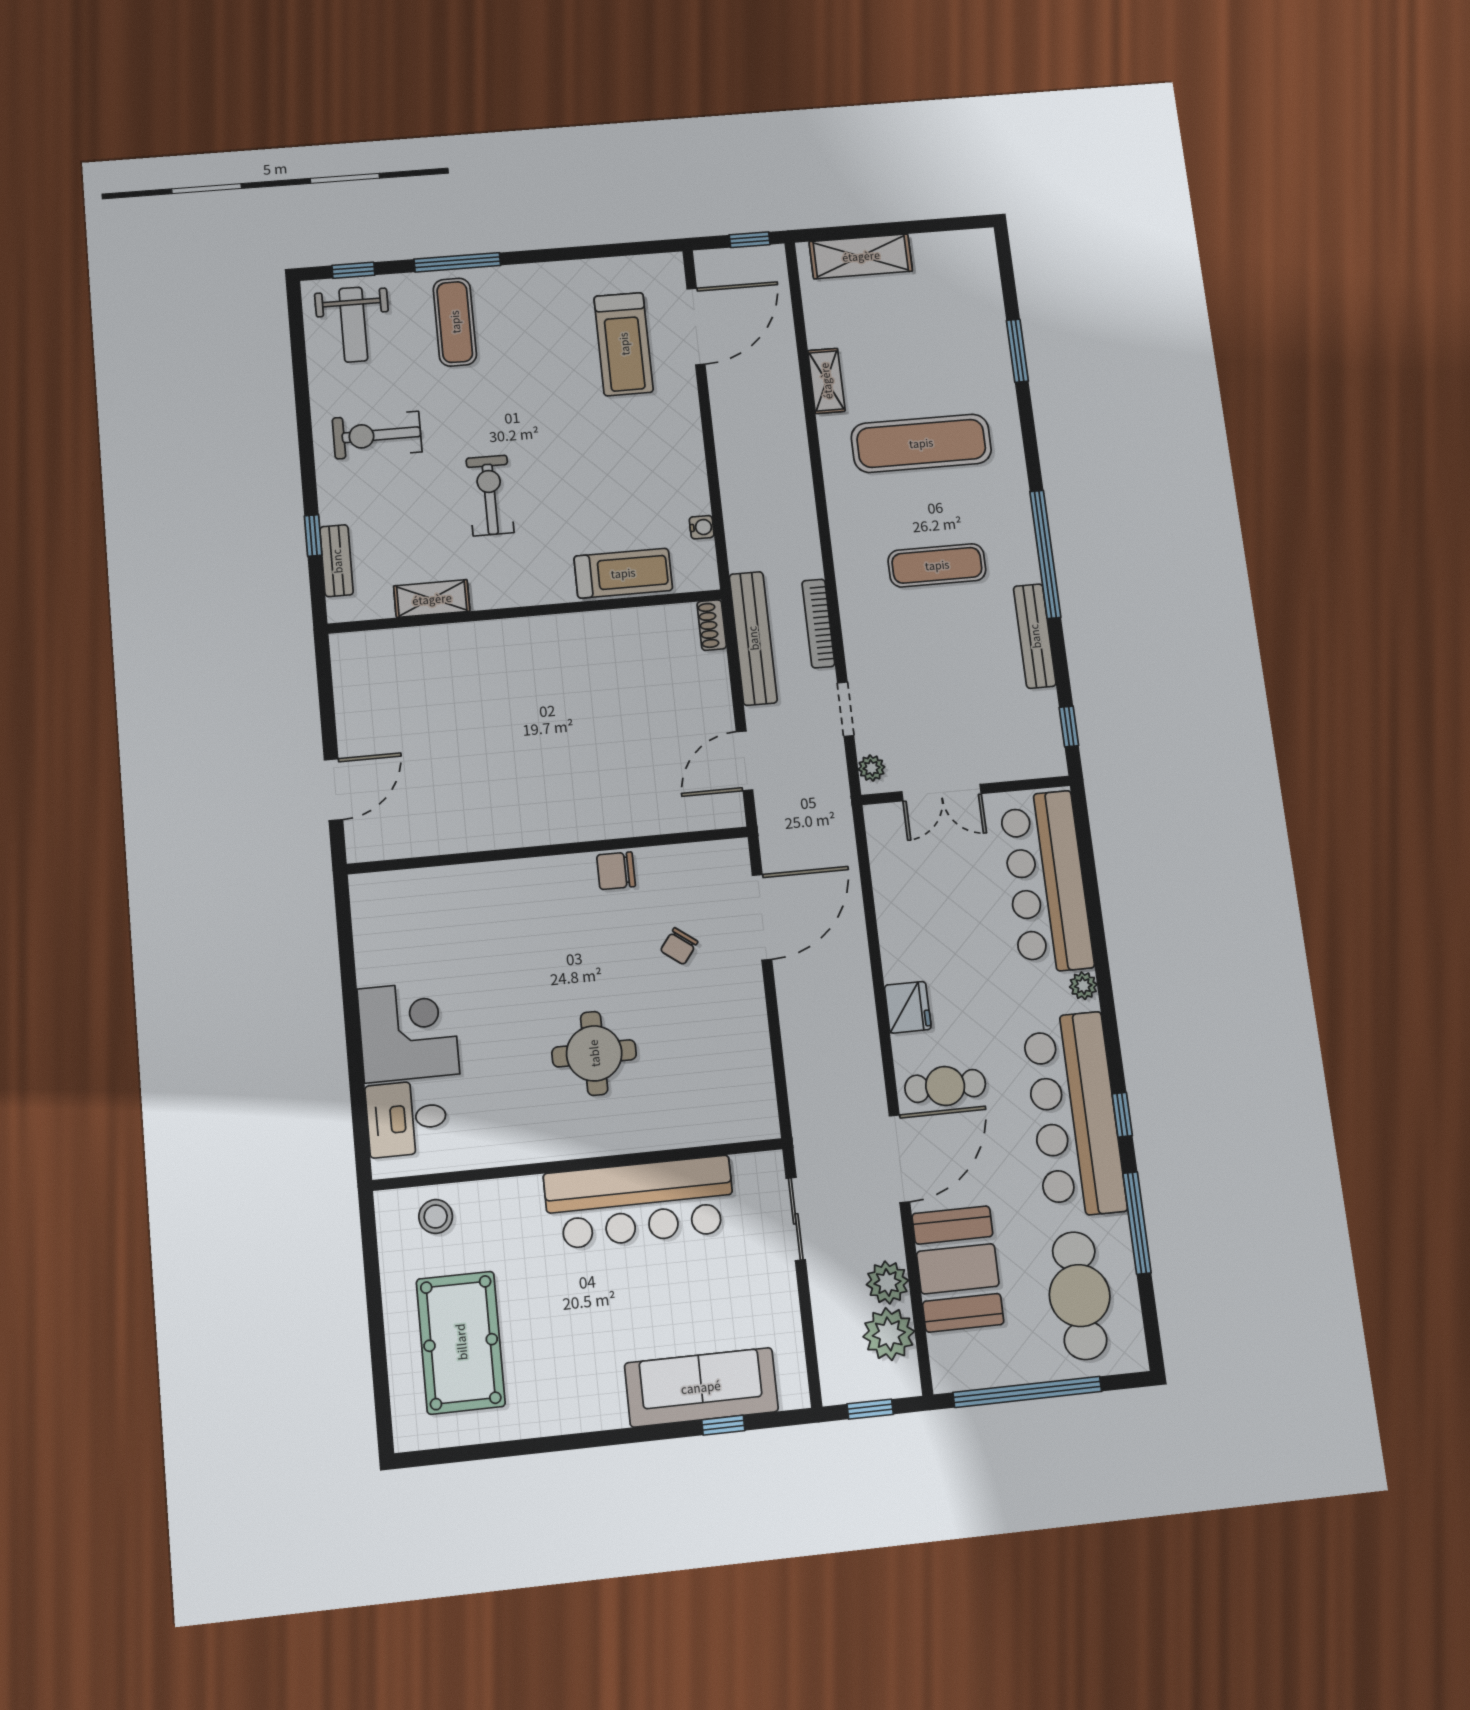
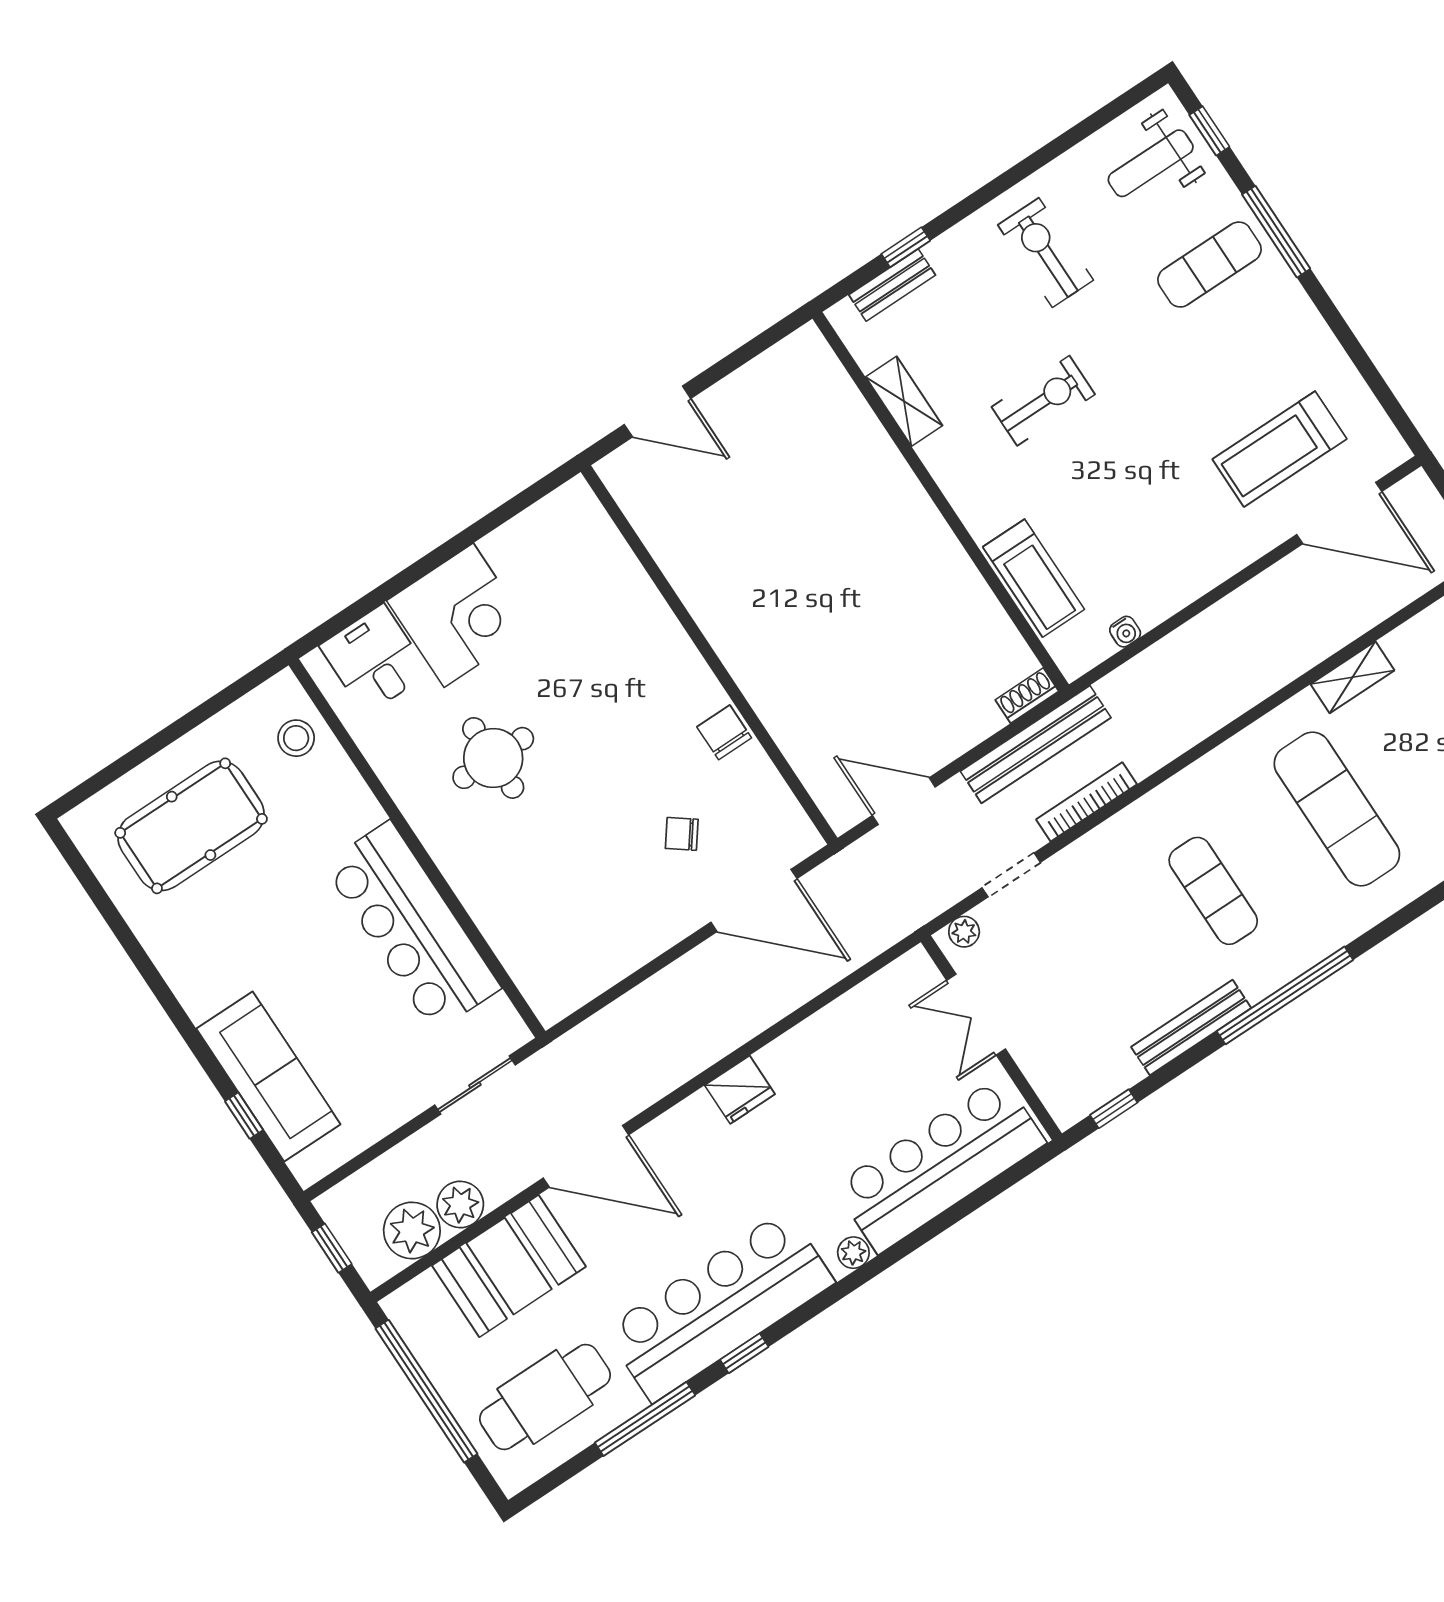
round table: (594, 1053) -> (493, 758), moved
cafe table: (945, 1086) -> (681, 1165), removed

